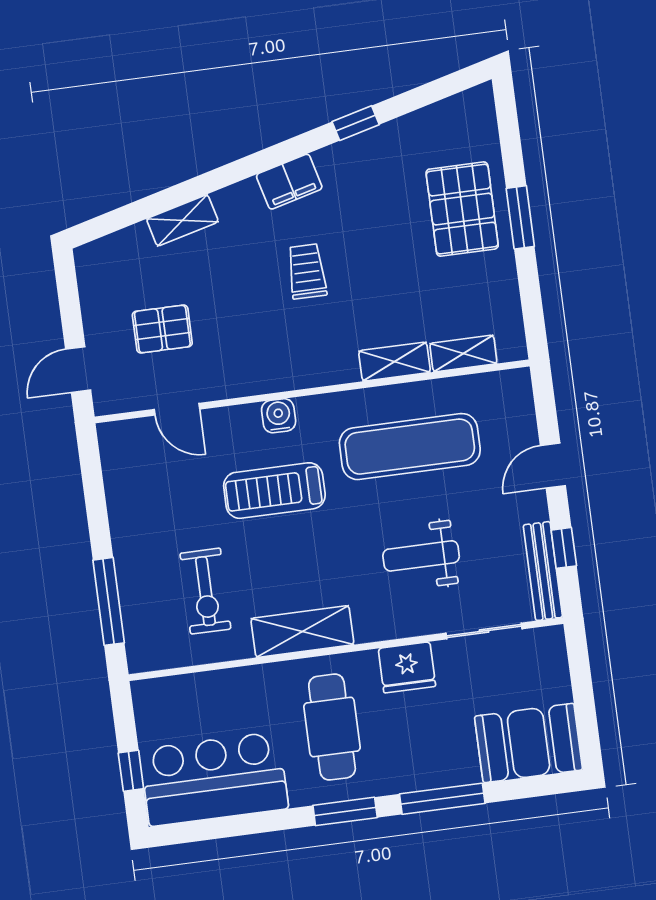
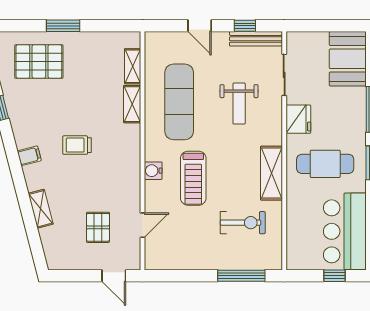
filing cabinet: (289, 182) -> (29, 156), width x0.50
pallet: (462, 209) -> (39, 61), moved

